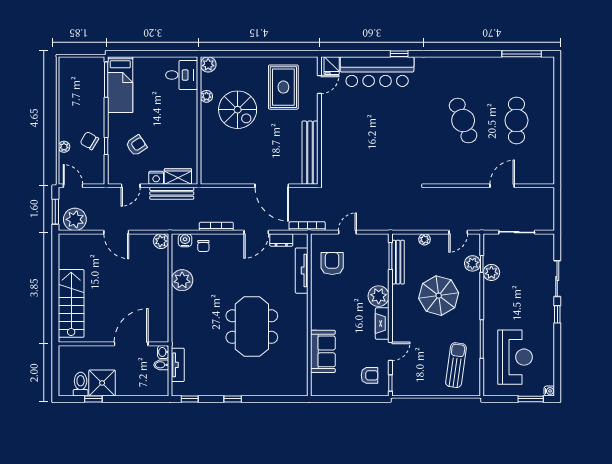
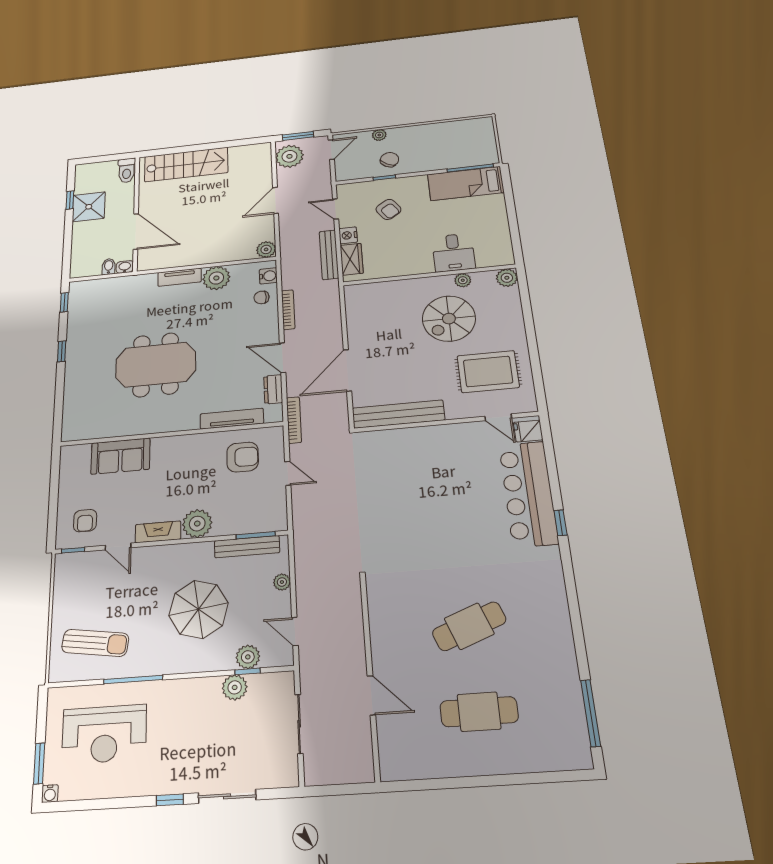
desk: (182, 75) -> (453, 253), moved
tv unit: (178, 365) -> (180, 277), moved
toilet: (81, 384) -> (127, 171), moved, turned 90

